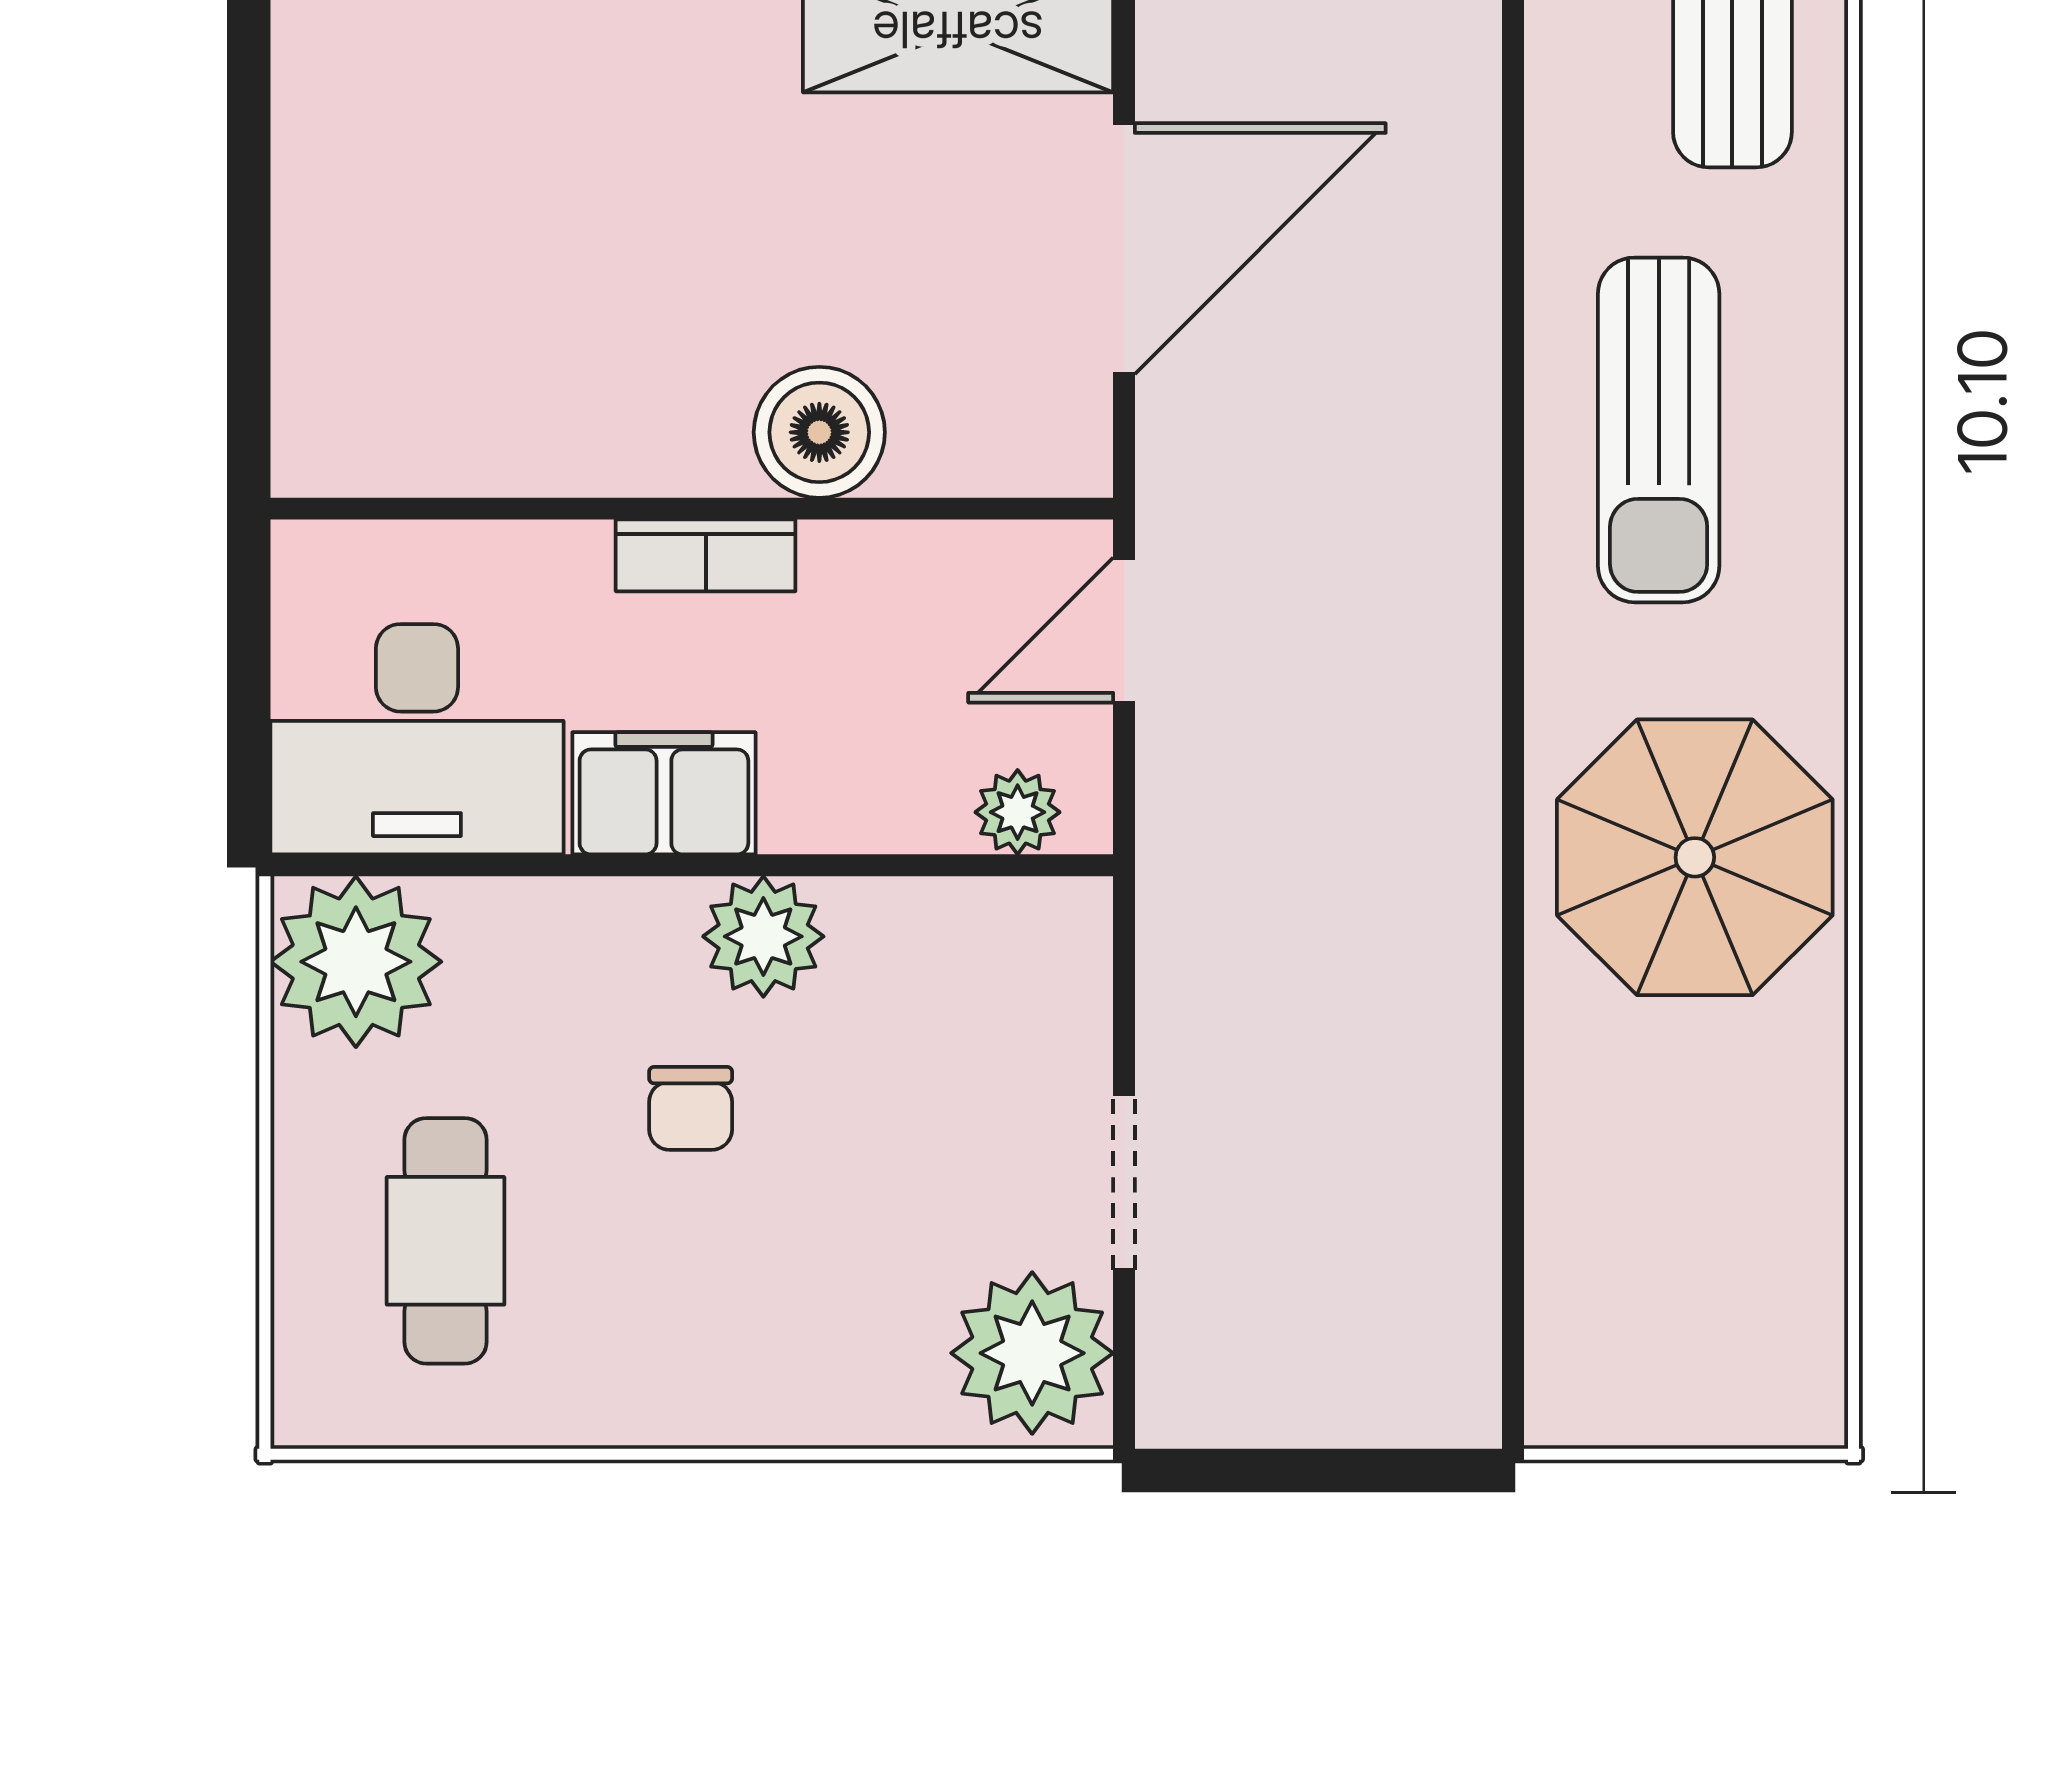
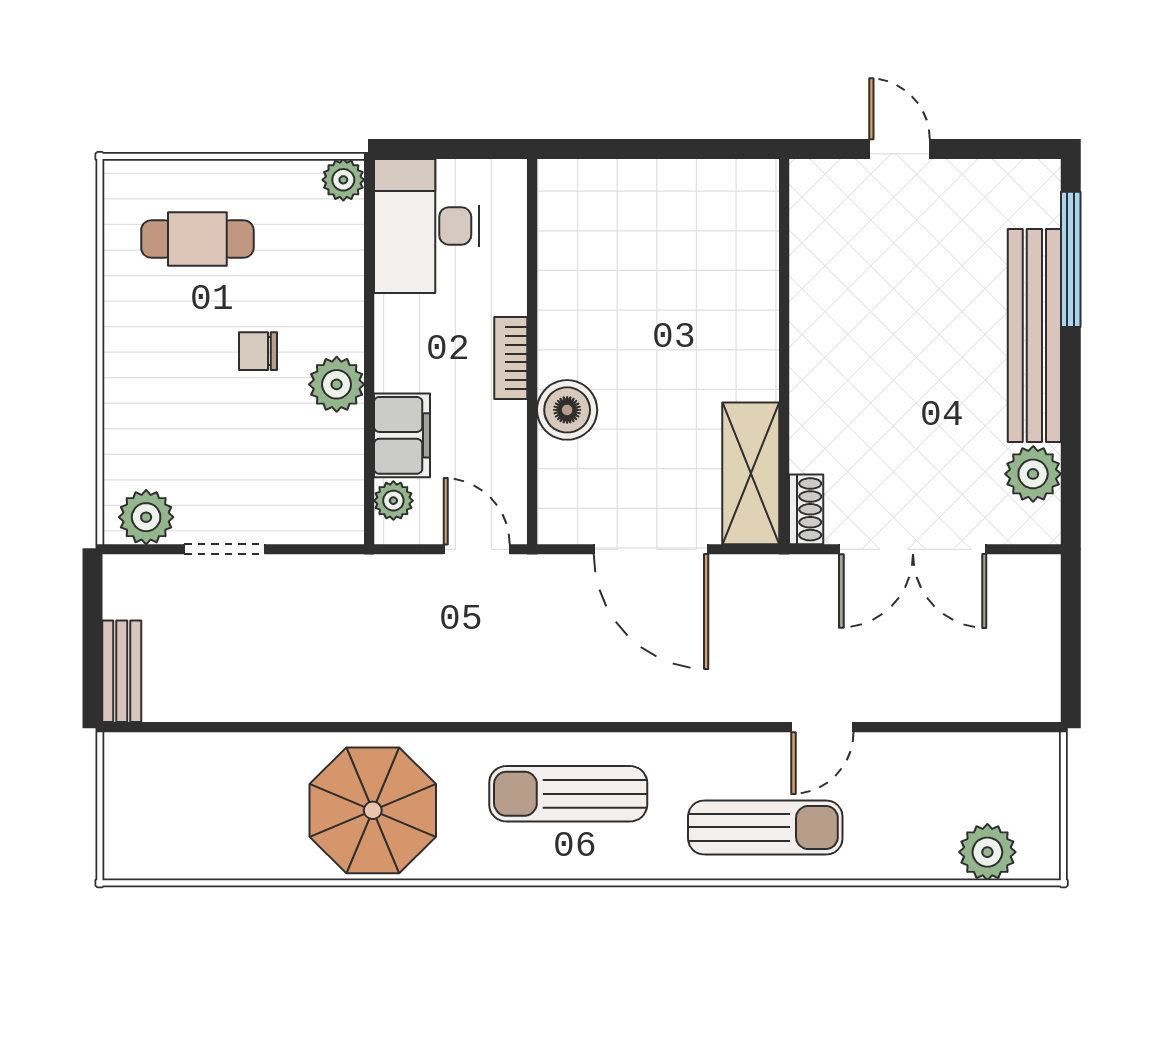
filing cabinet: (664, 793) -> (402, 435), moved
plant: (356, 962) -> (343, 180), width x0.53, depth x0.53
plant: (1032, 1353) -> (146, 517), width x0.73, depth x0.73
bench: (1391, 1406) -> (122, 671), added

